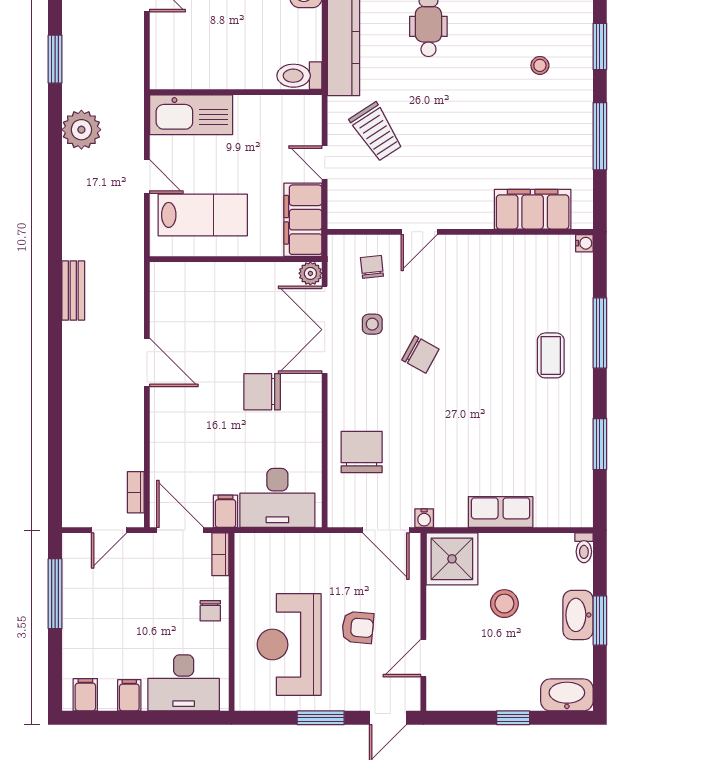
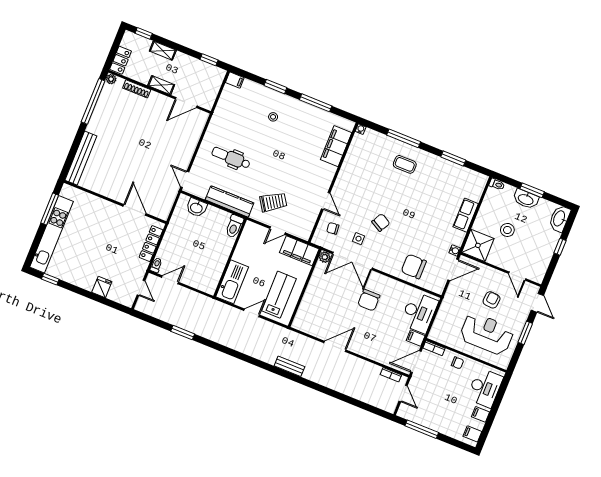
plant: (81, 130) -> (219, 334), removed
reception desk: (289, 645) -> (487, 334), turned 180

